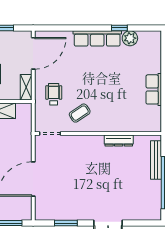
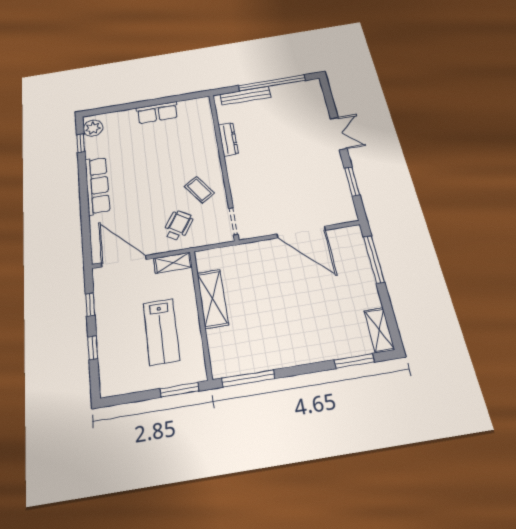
window: (119, 28) -> (81, 143), moved
plant: (130, 38) -> (93, 128), moved
wheelchair: (54, 94) -> (178, 226), turned 123

